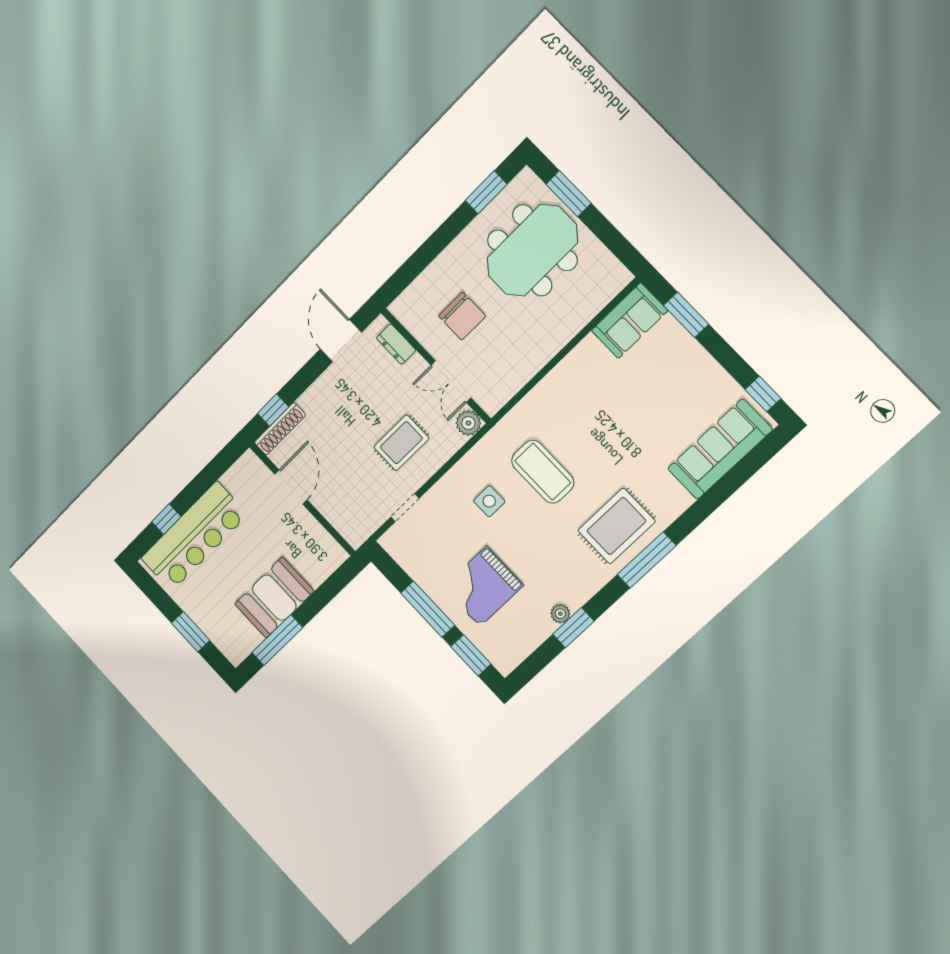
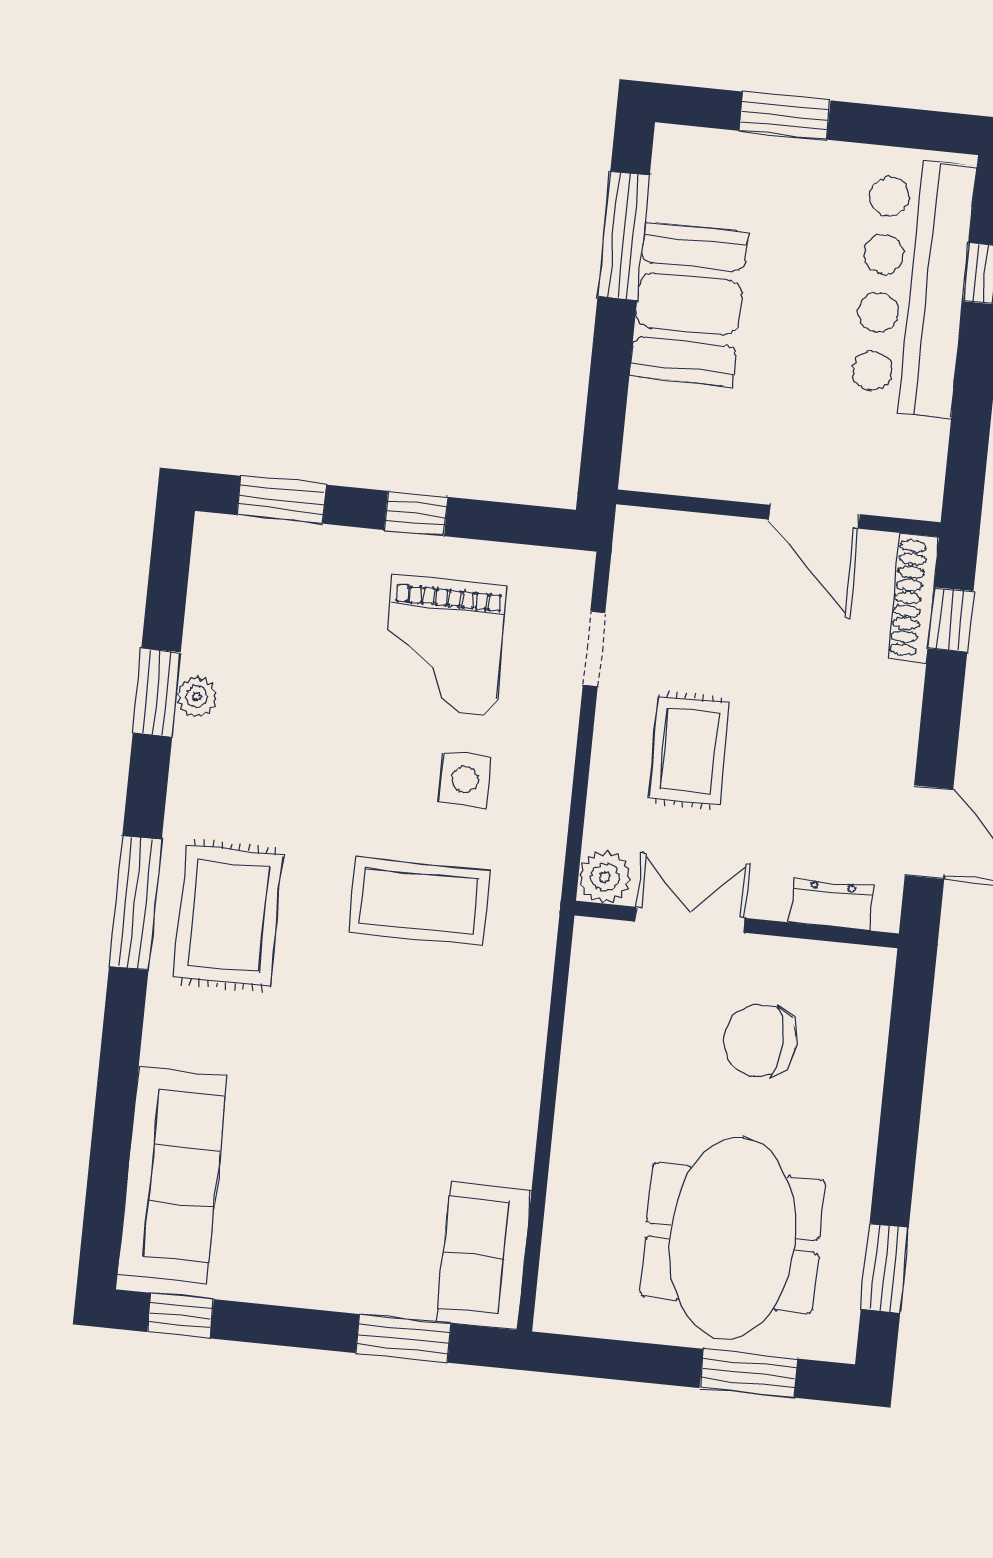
grand piano: (483, 586) -> (444, 646), moved, turned 180
window: (428, 609) -> (416, 513), width x0.46

